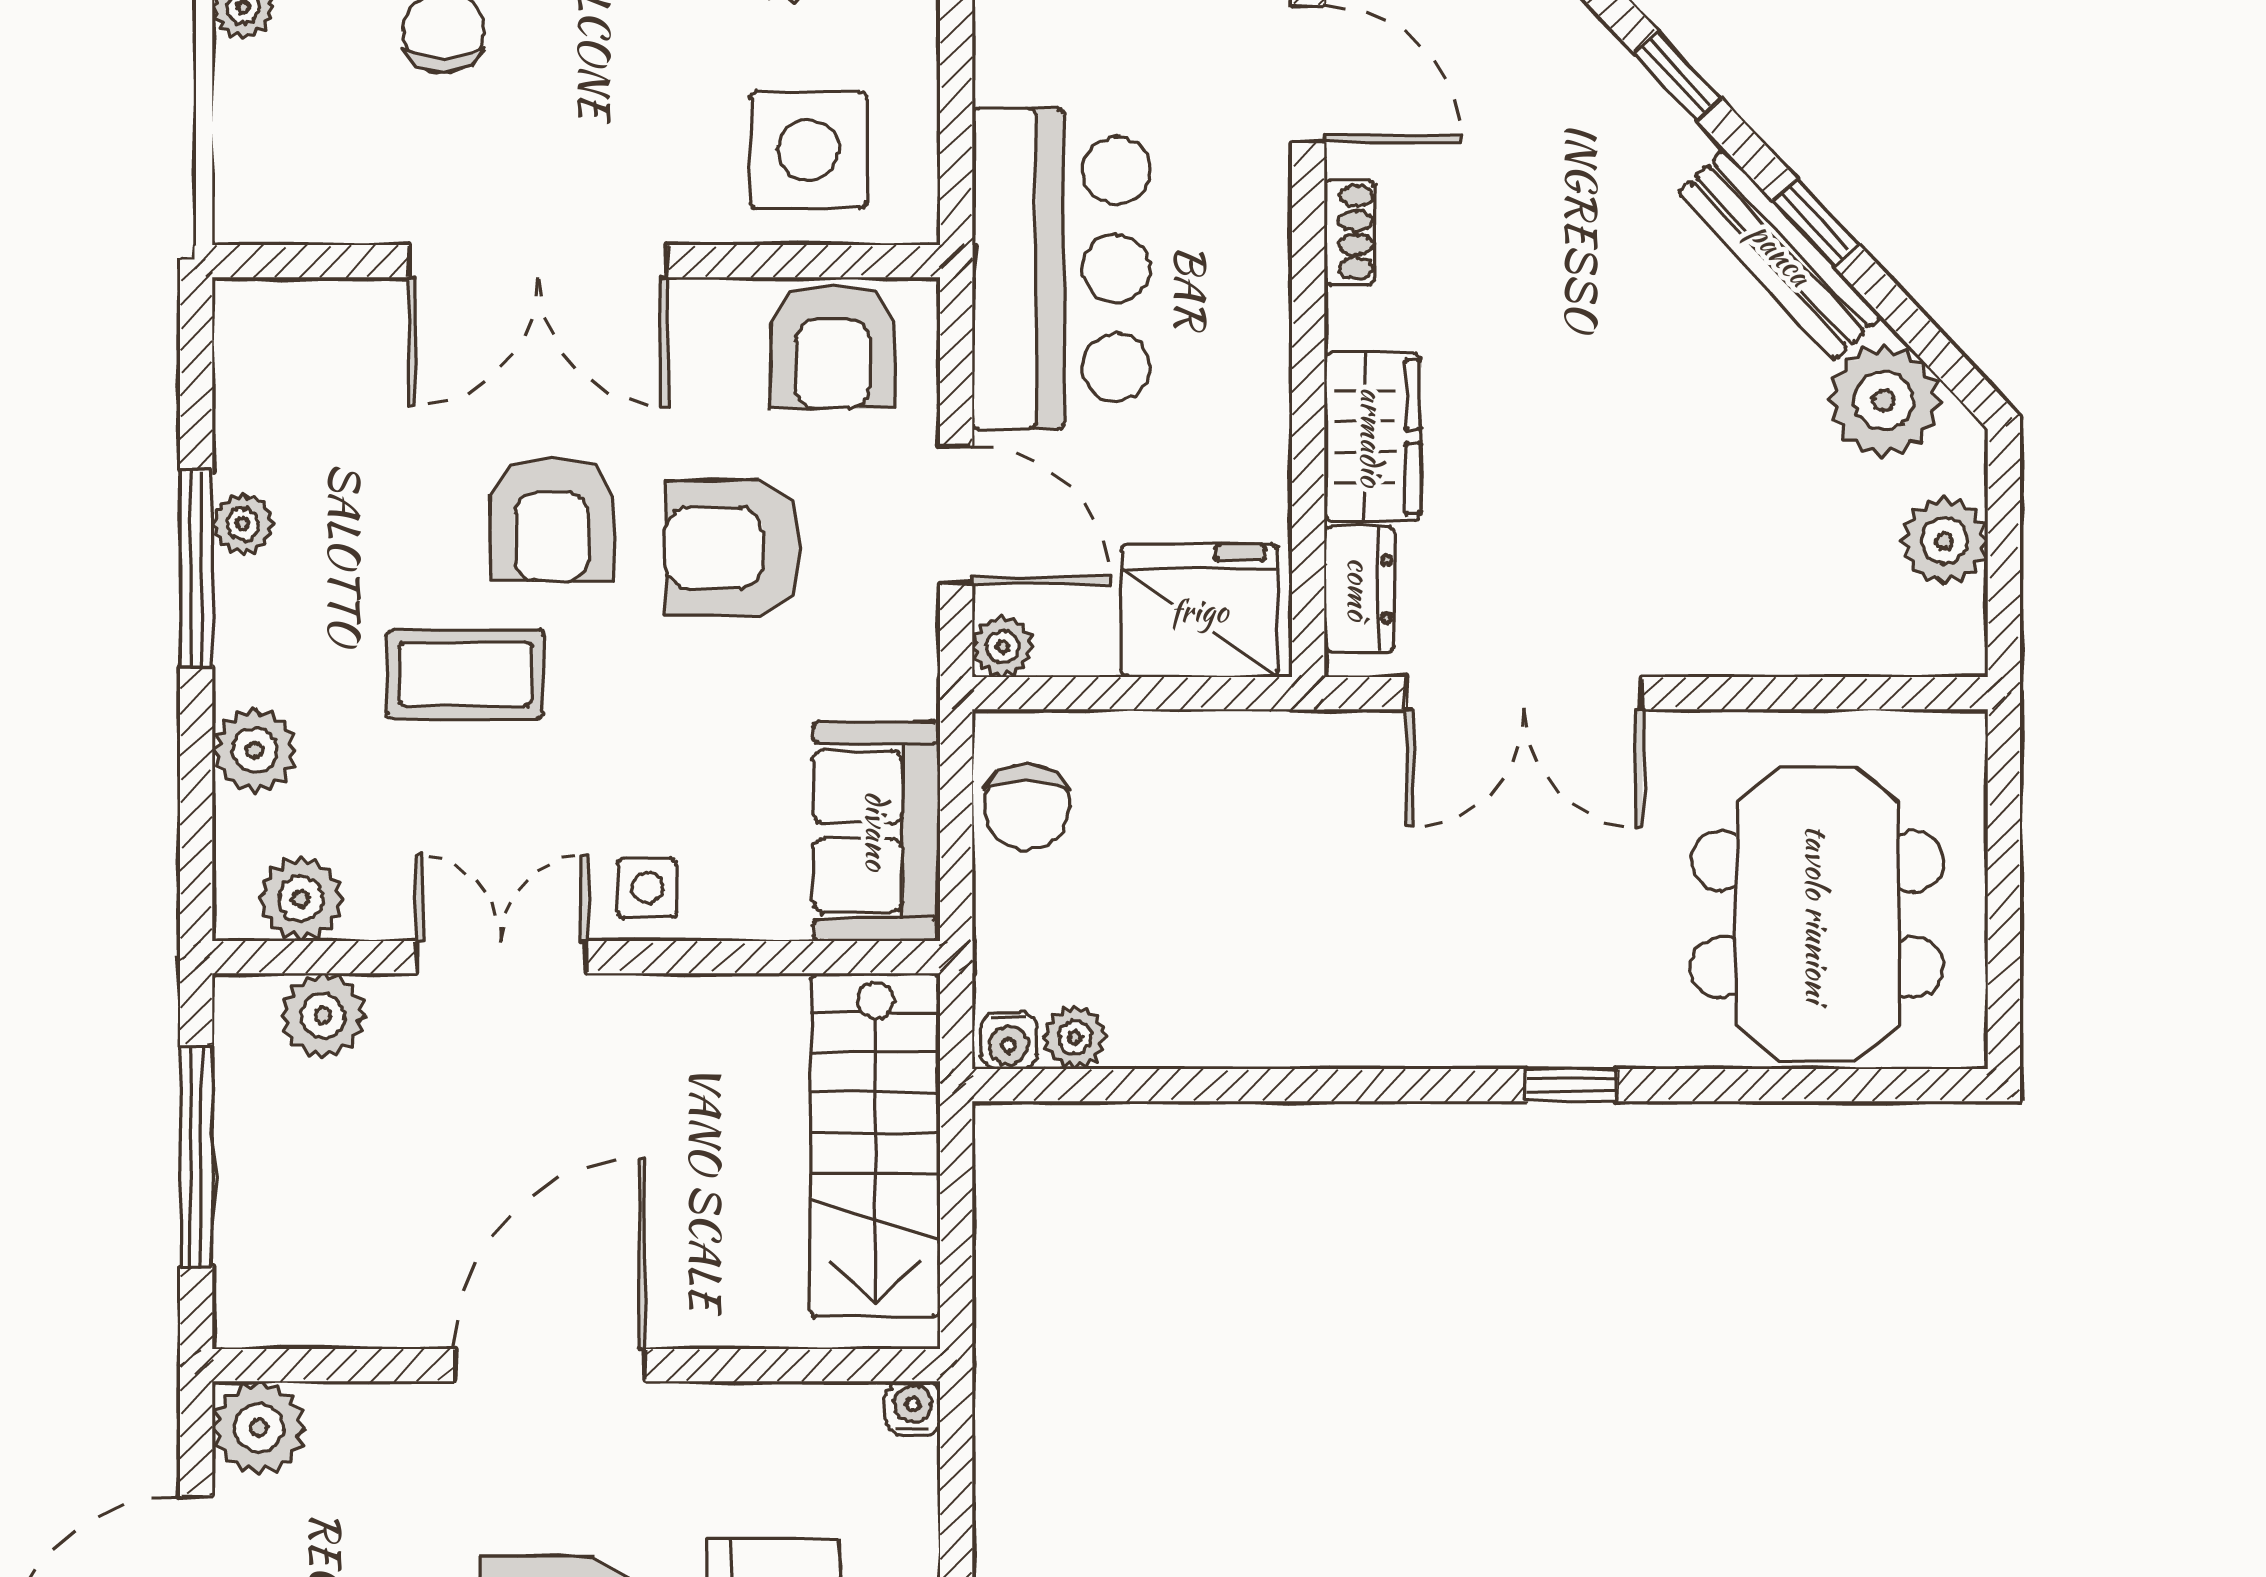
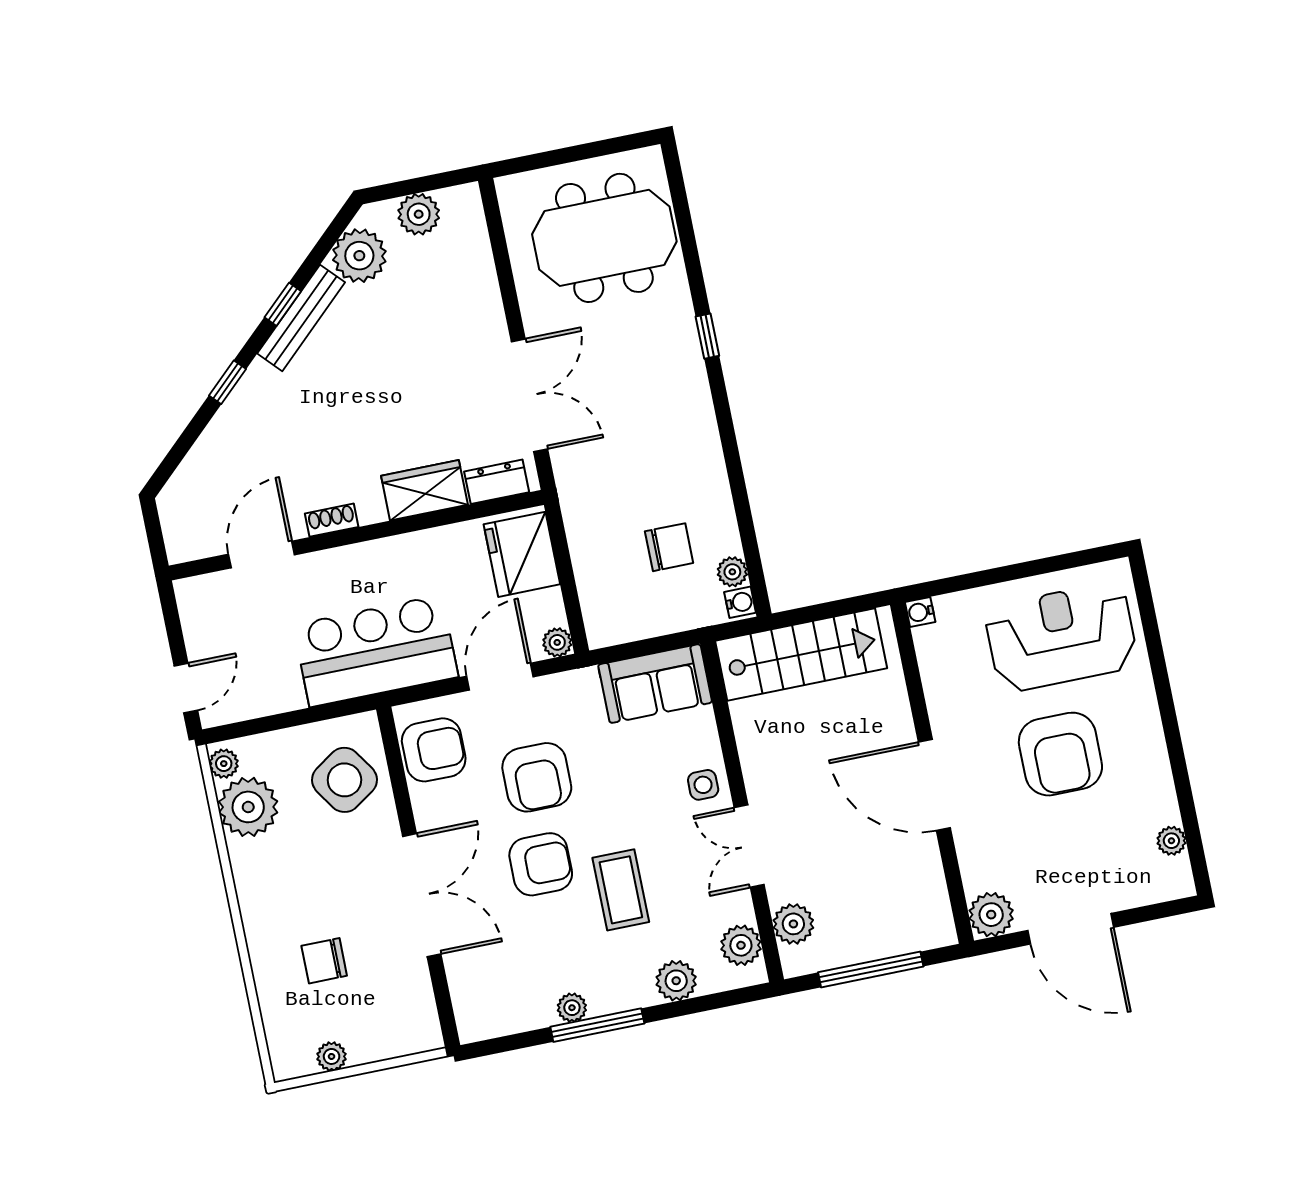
side table: (808, 150) -> (344, 780), turned -34
chair: (1027, 807) -> (669, 547), moved

